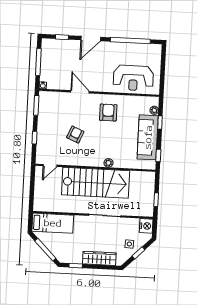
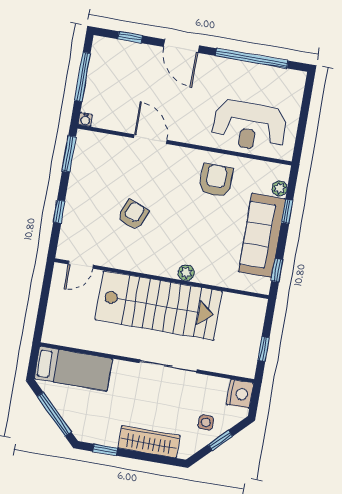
door: (91, 39) -> (181, 46), hinge flipped
armchair: (108, 112) -> (216, 180), moved

